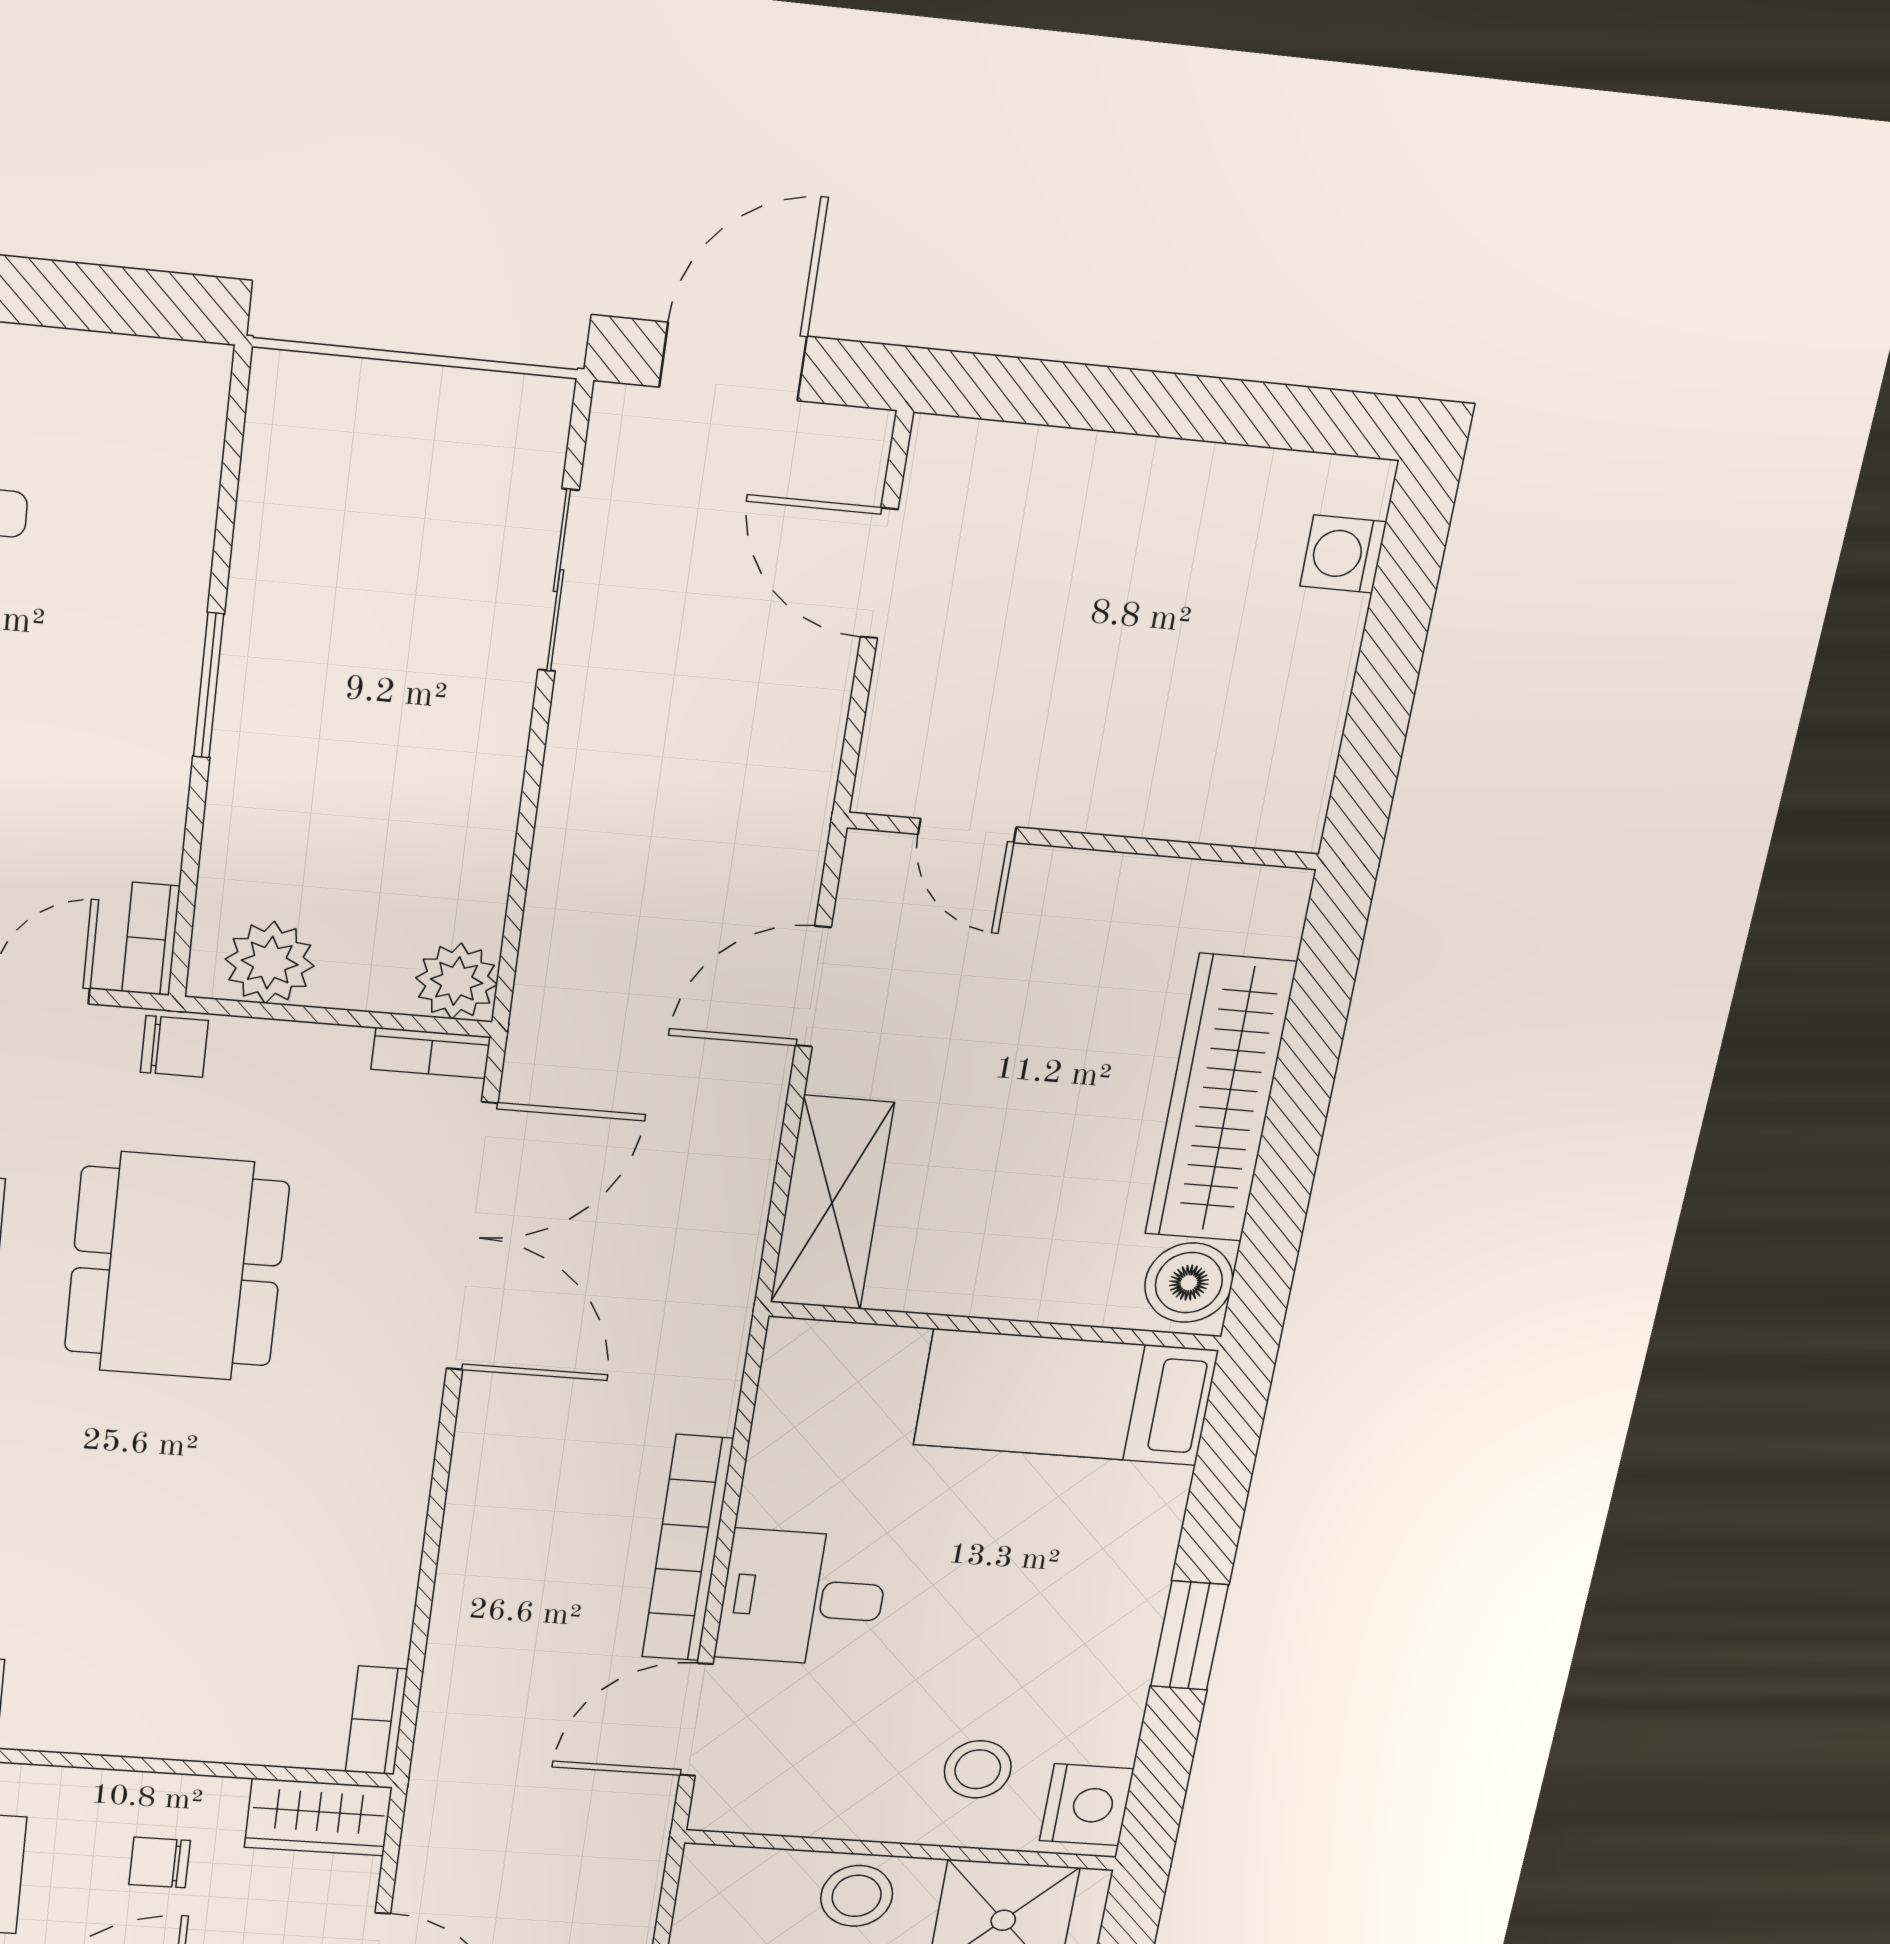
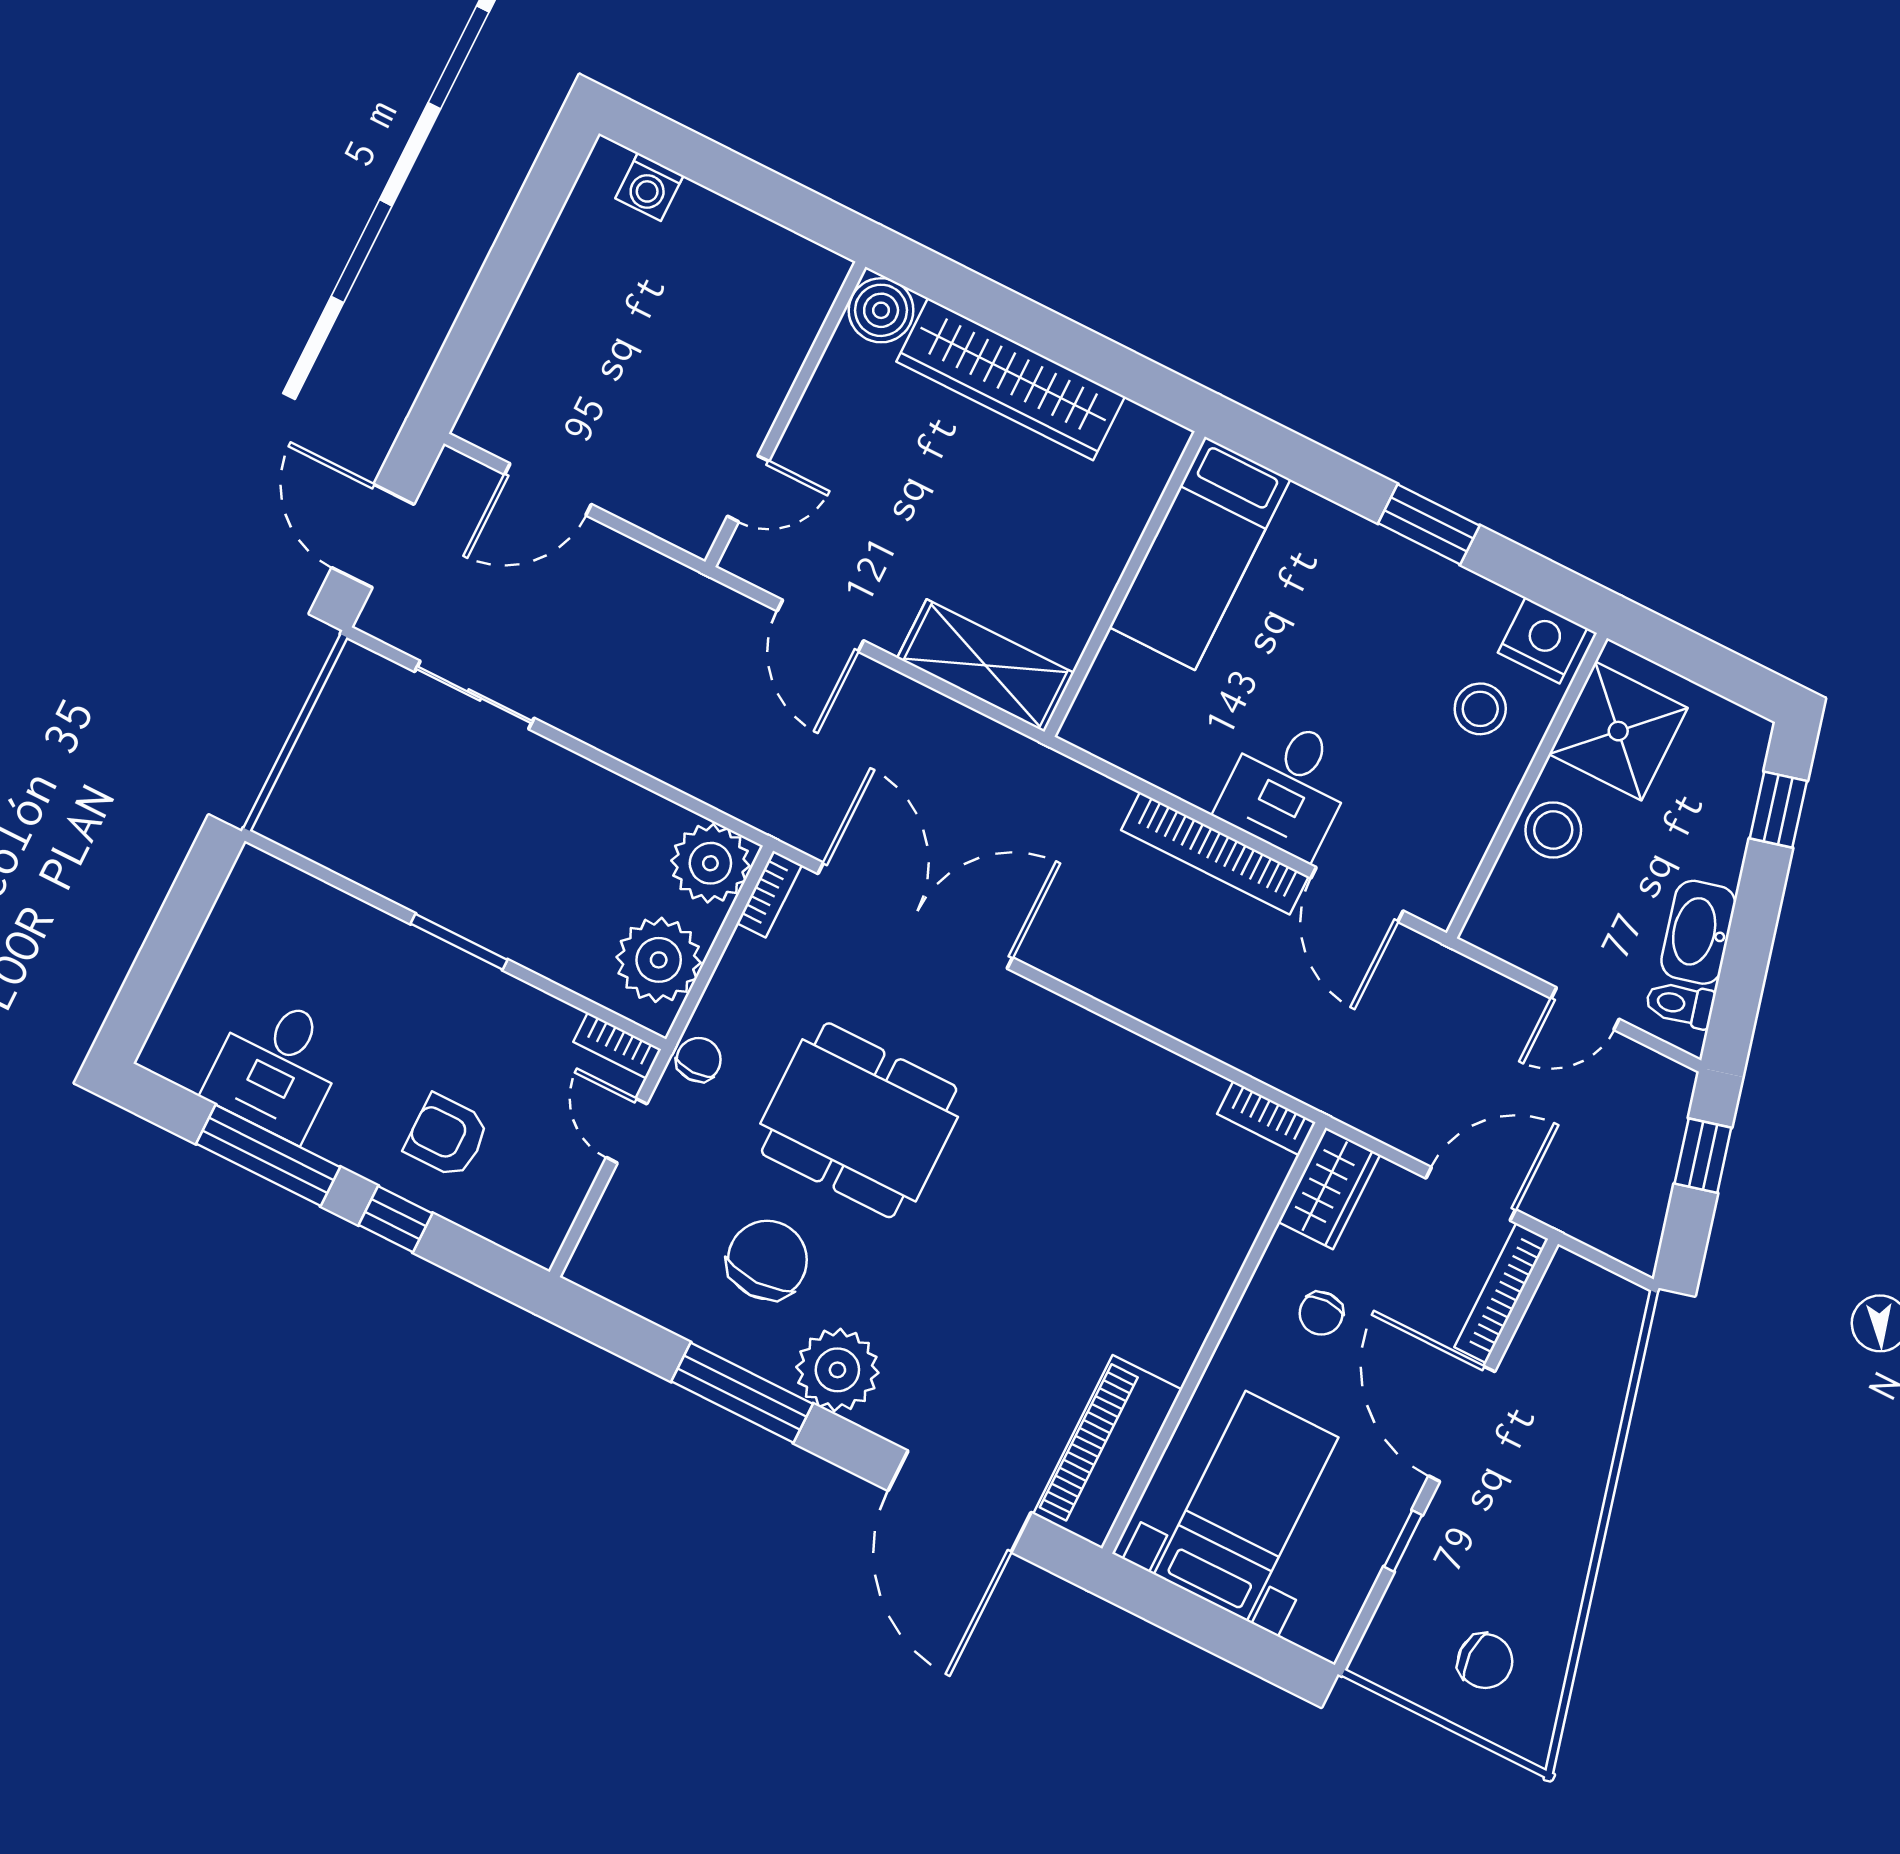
plant: (270, 963) -> (659, 960), width x1.36, depth x1.36
plant: (457, 981) -> (710, 863), width x1.36, depth x1.36
boiler: (1189, 1283) -> (881, 310), moved

